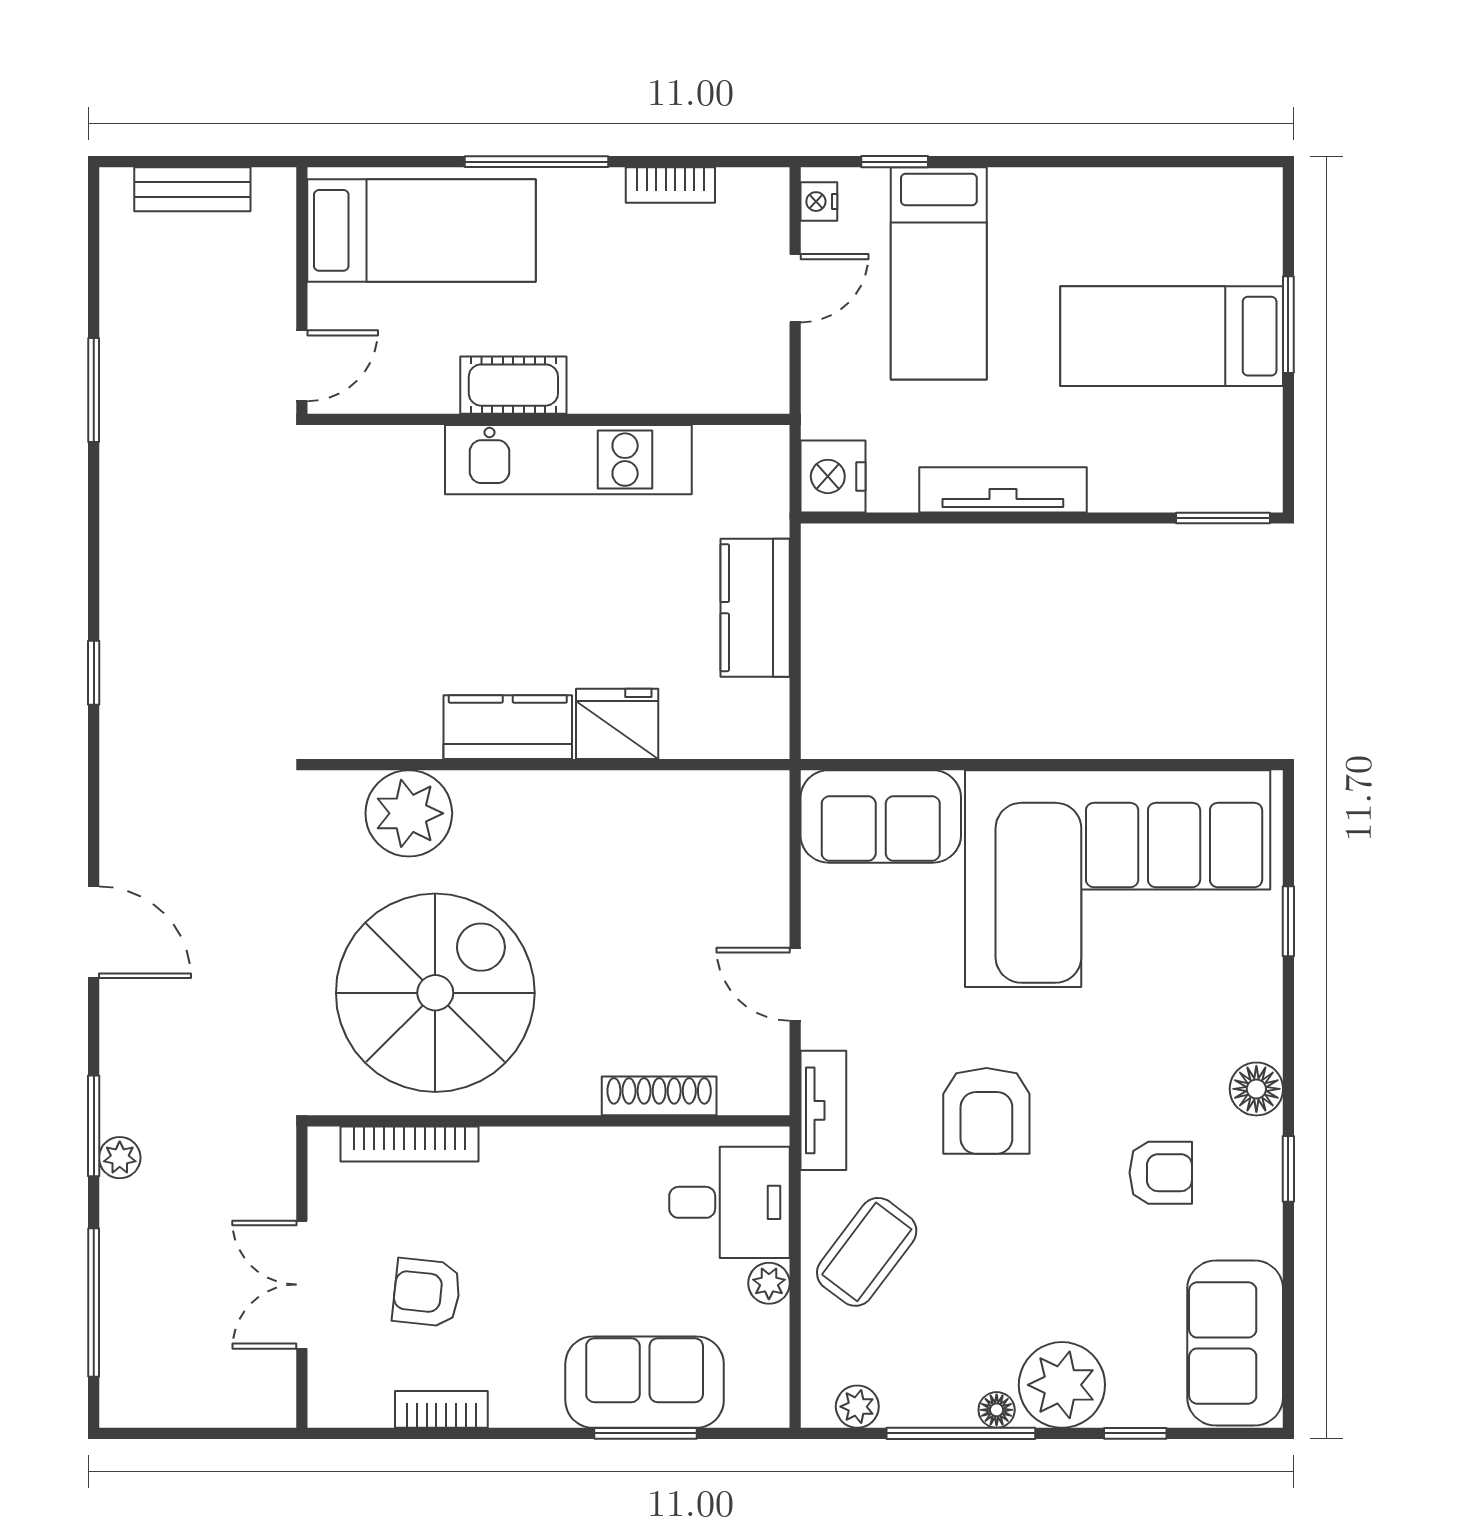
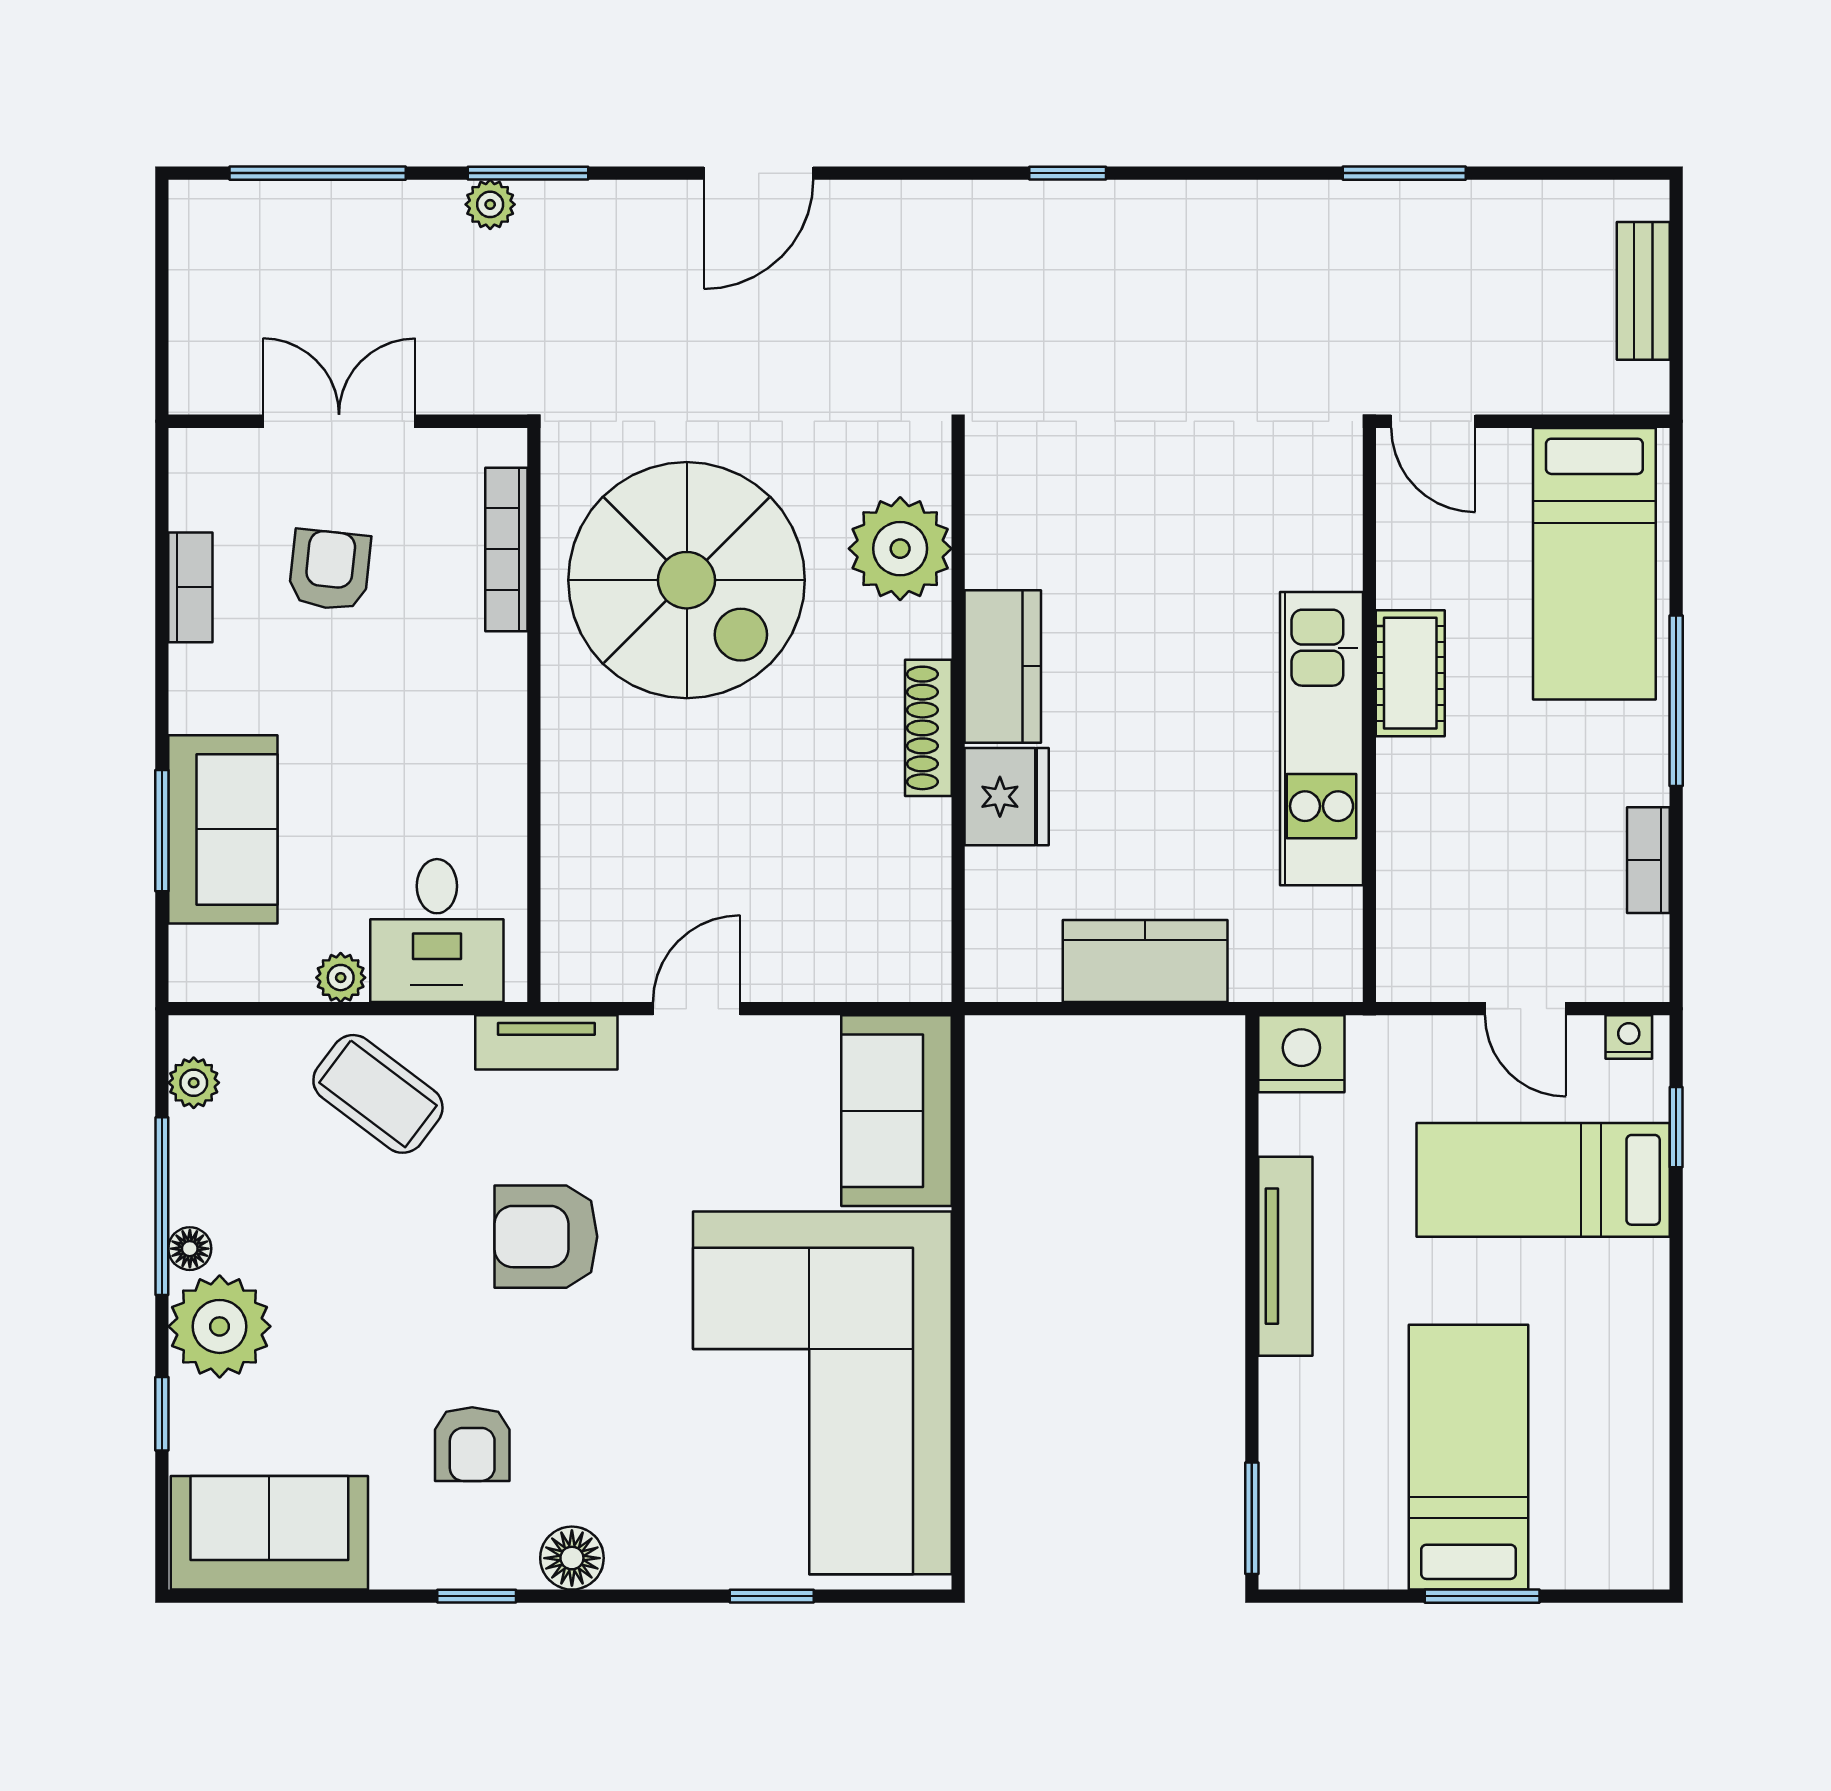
shoe rack: (659, 1096) -> (928, 728), moved, turned 180

